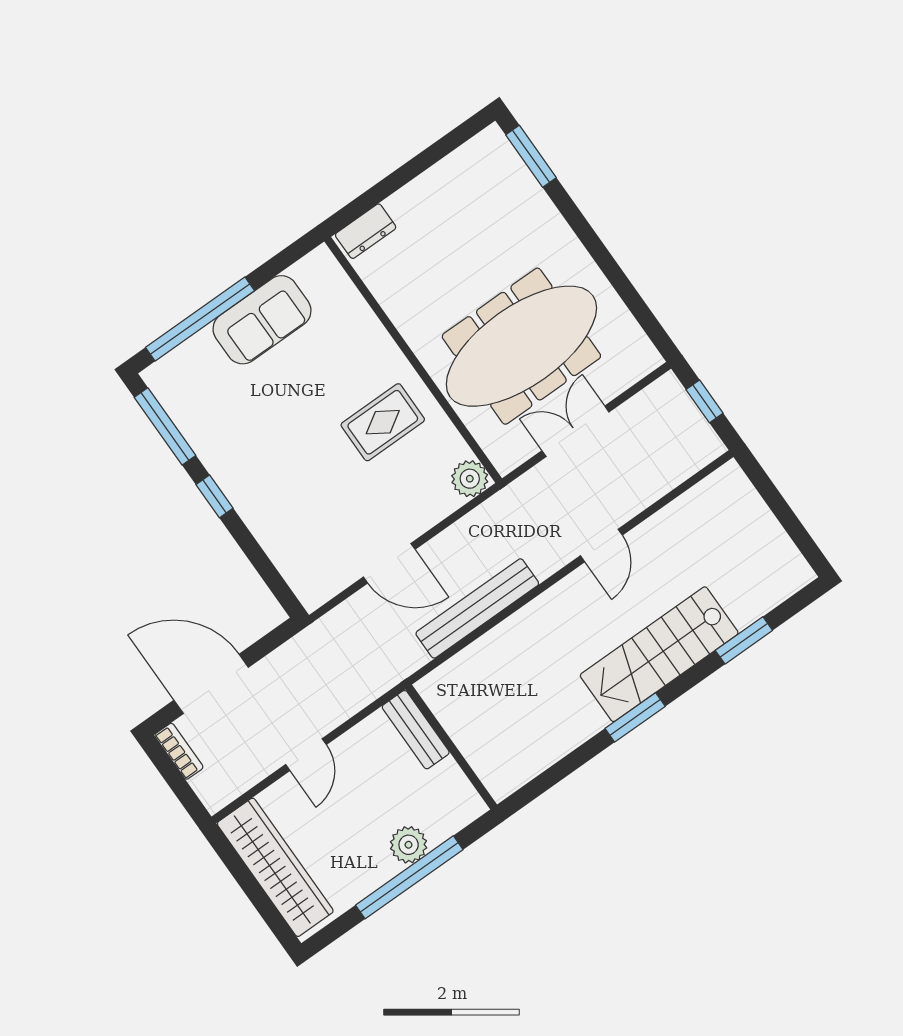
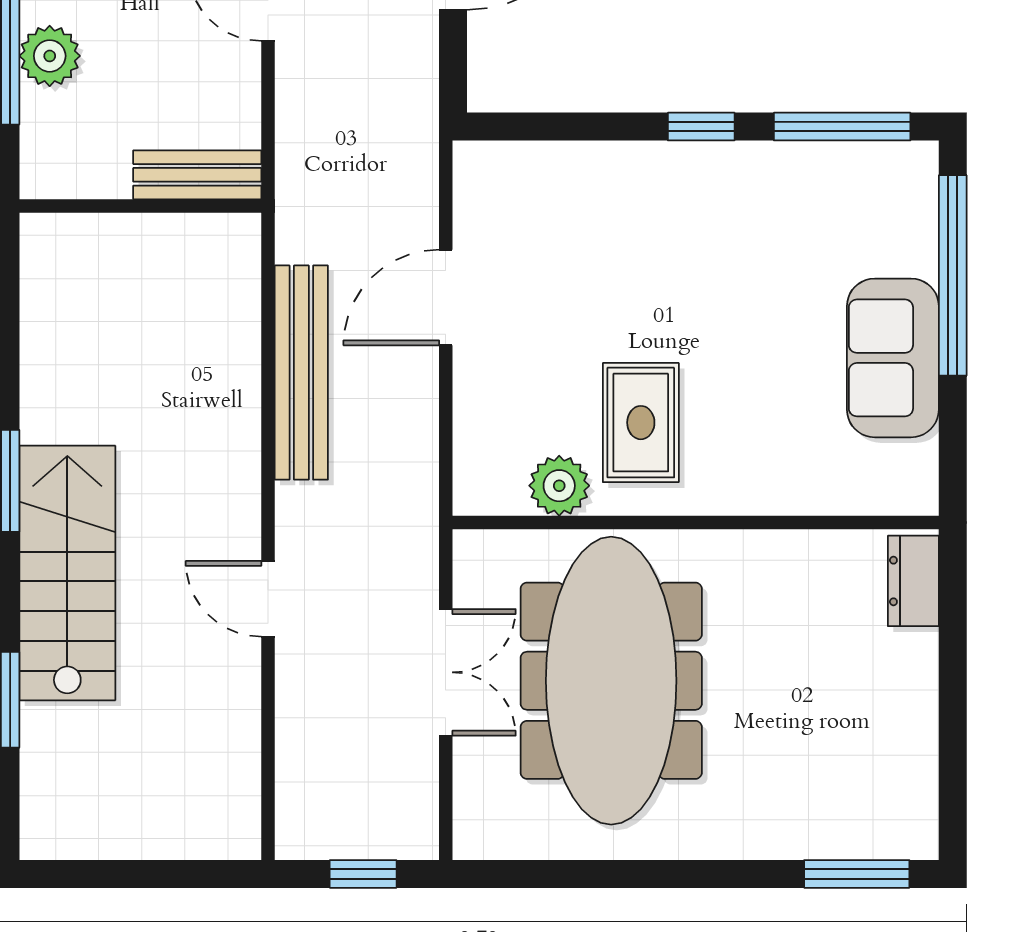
plant: (470, 479) -> (559, 486), moved

